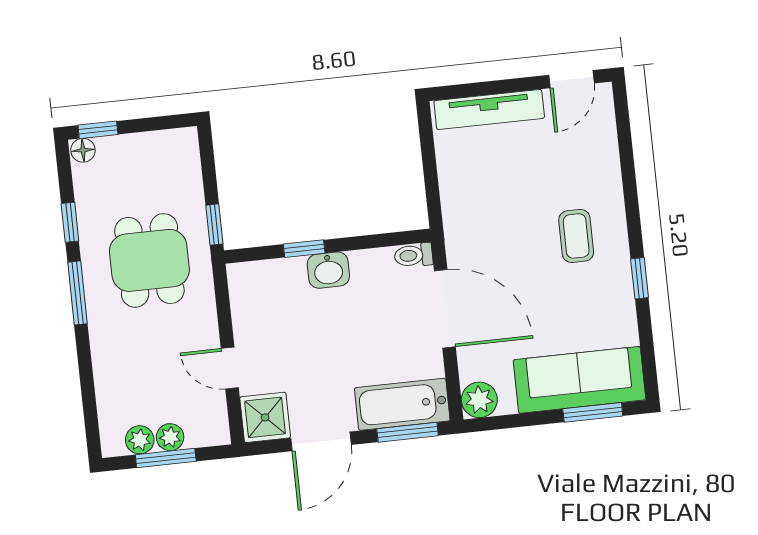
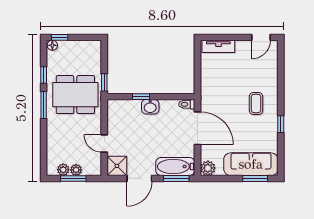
tv unit: (489, 109) -> (218, 46), width x0.71
dining table: (149, 260) -> (75, 95), width x1.38

